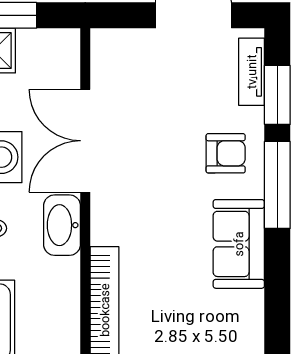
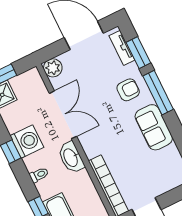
plant: (109, 47) -> (53, 68), added
double door: (85, 141) -> (63, 115), swing flipped

